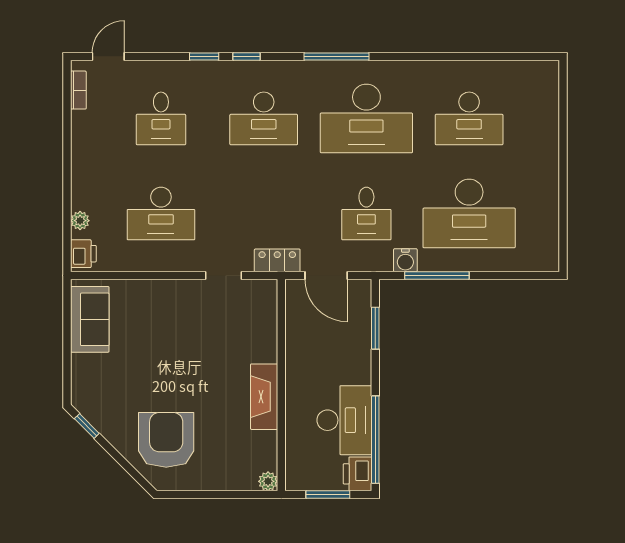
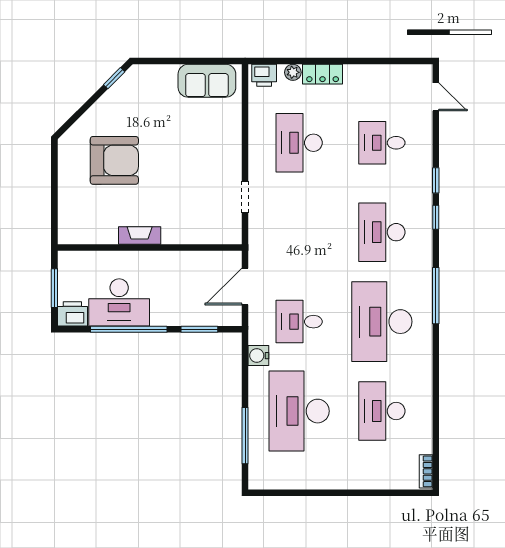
bookcase: (78, 90) -> (426, 471), moved, turned 90
locker: (277, 260) -> (323, 74), moved, turned 90
window: (437, 275) -> (245, 436), moved
fireplace: (264, 397) -> (140, 235), width x0.73, depth x0.76
armchair: (166, 440) -> (114, 160), moved
window: (375, 440) -> (129, 329), moved
plant: (268, 481) -> (66, 236), removed

